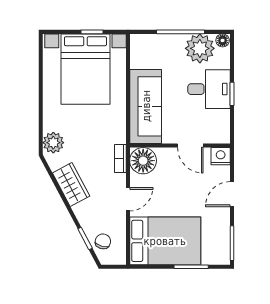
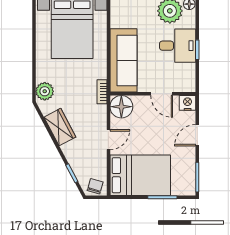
bookcase: (120, 158) -> (102, 92), moved
chair: (103, 241) -> (95, 186), moved

